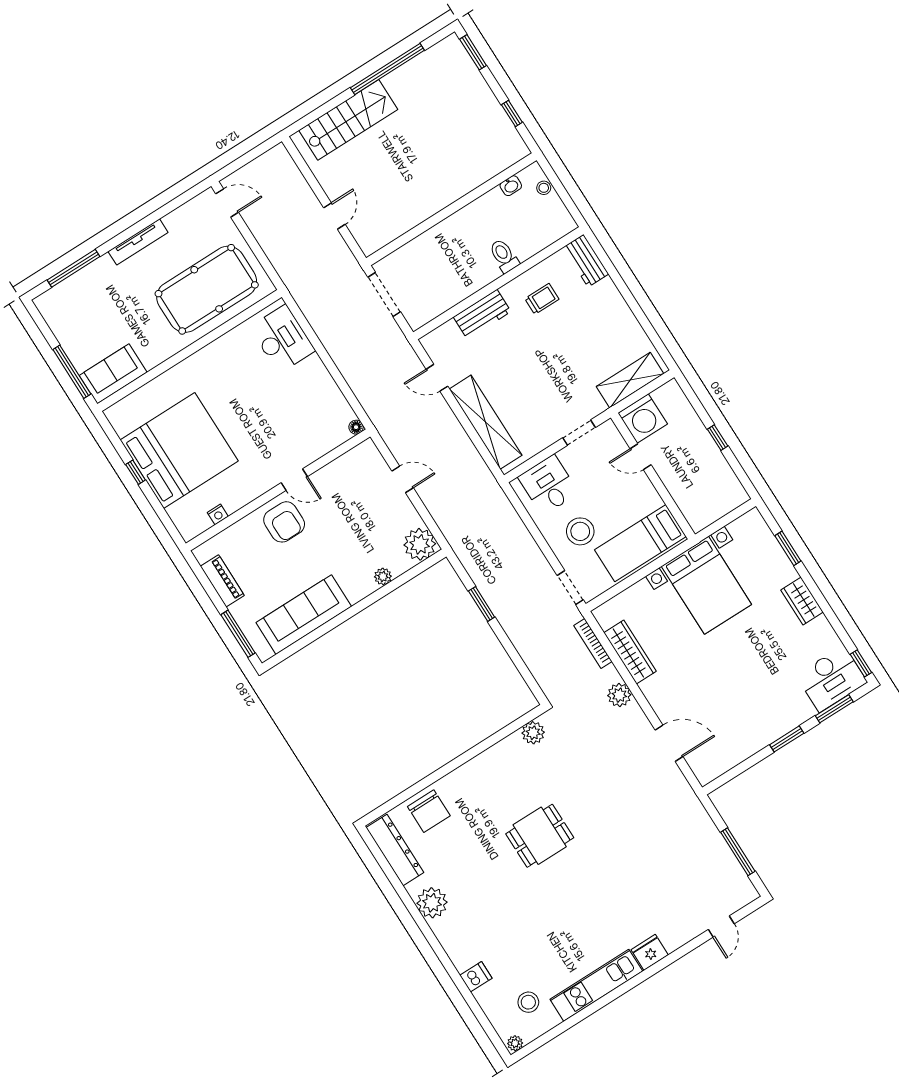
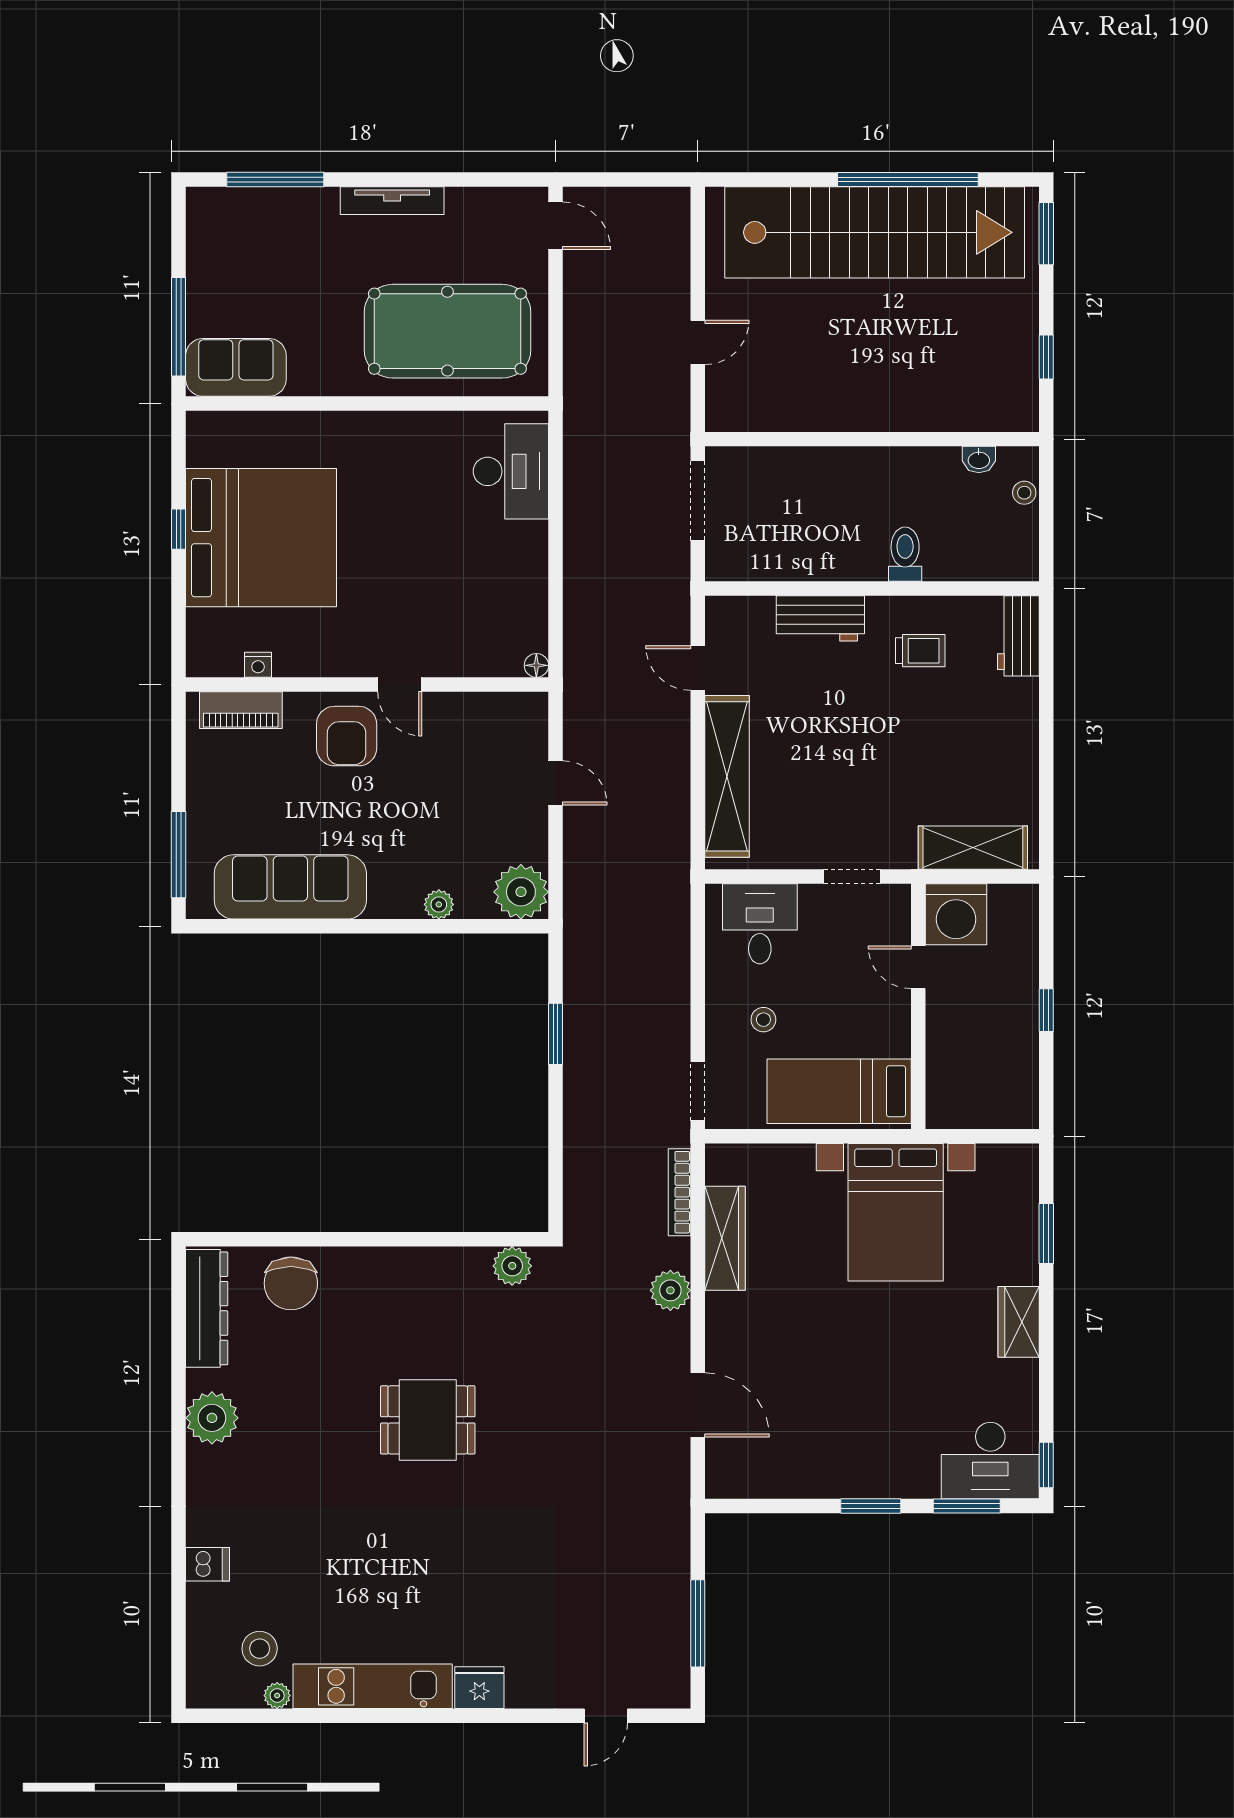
stairs: (348, 120) -> (875, 232), width x1.86, depth x1.51
stool: (580, 531) -> (763, 1020), width x0.53, depth x0.53
piano: (222, 581) -> (241, 710), moved, turned 90
plant: (515, 1043) -> (277, 1696), moved

